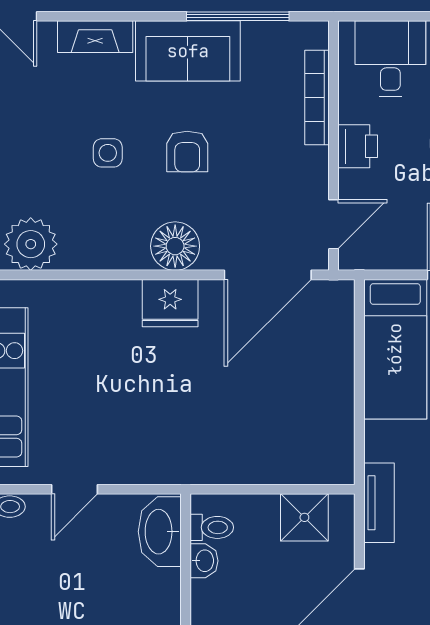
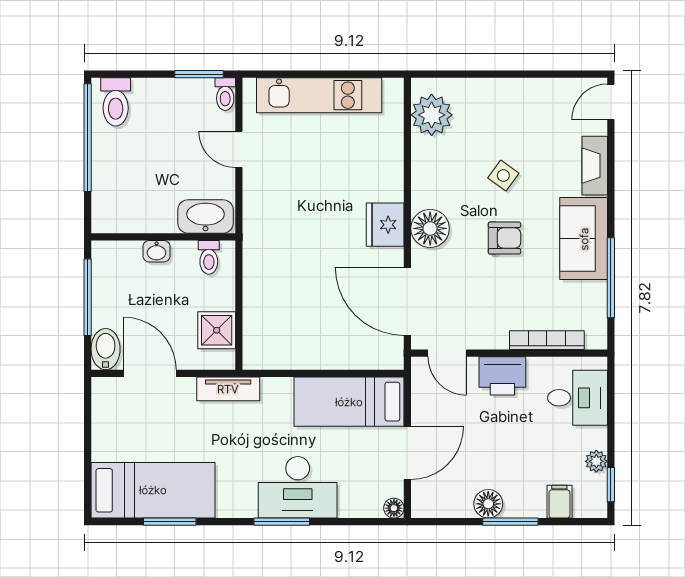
printer: (358, 146) -> (502, 376), width x1.36, depth x1.24
armchair: (187, 151) -> (504, 238), turned 180
side table: (108, 153) -> (503, 176), turned 36
washbasin: (204, 561) -> (157, 251), moved

